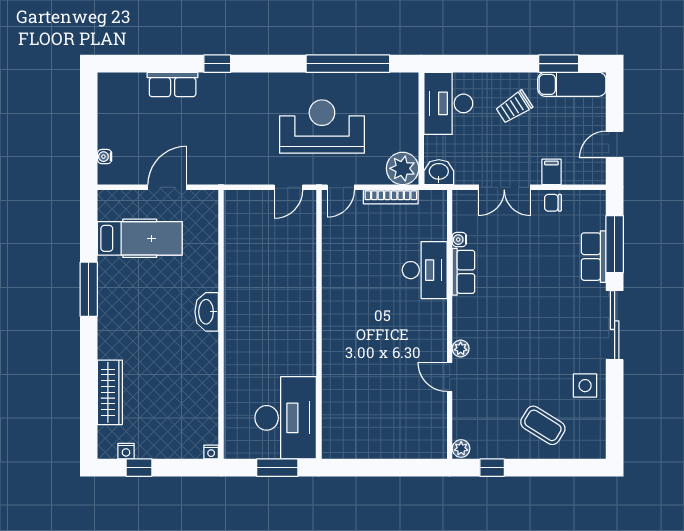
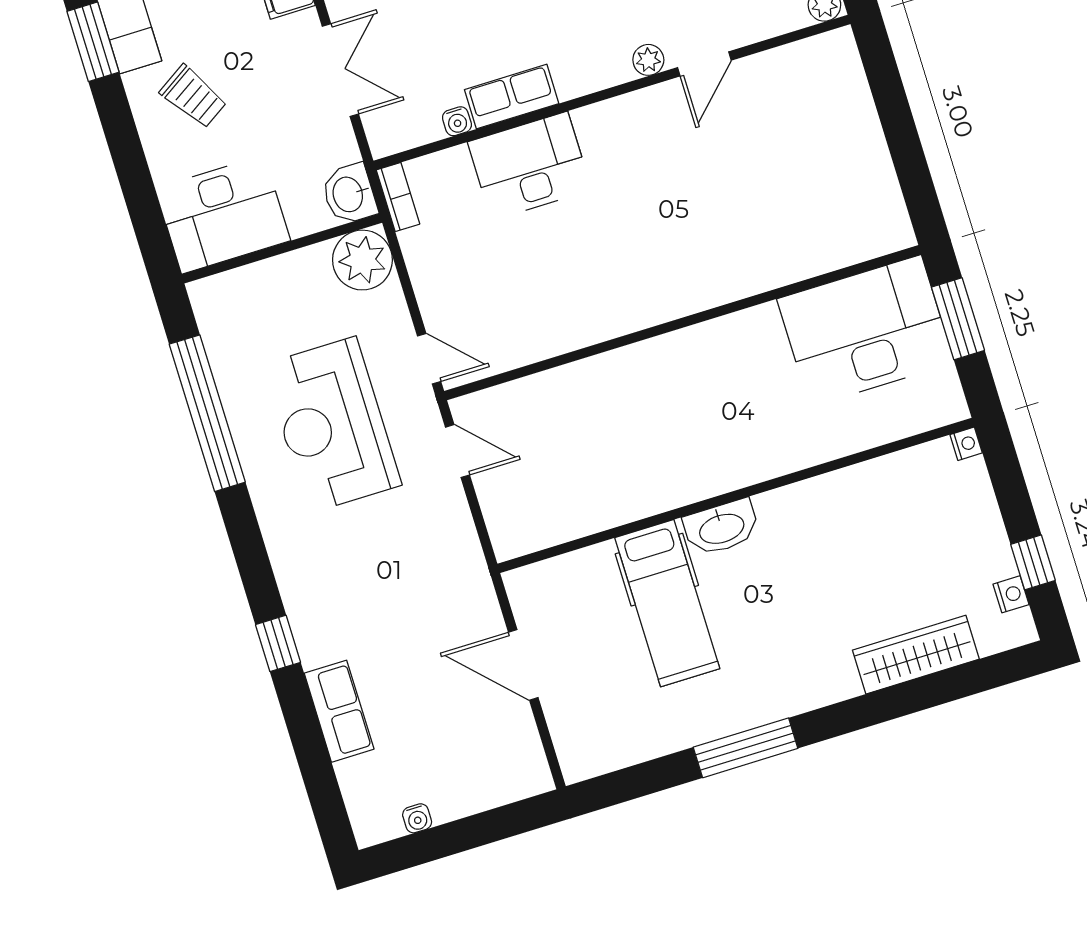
water cooler: (105, 157) -> (417, 818), moved
bookcase: (391, 197) -> (398, 197), moved, width x0.64
hospital bed: (140, 238) -> (667, 603), moved, turned 180

